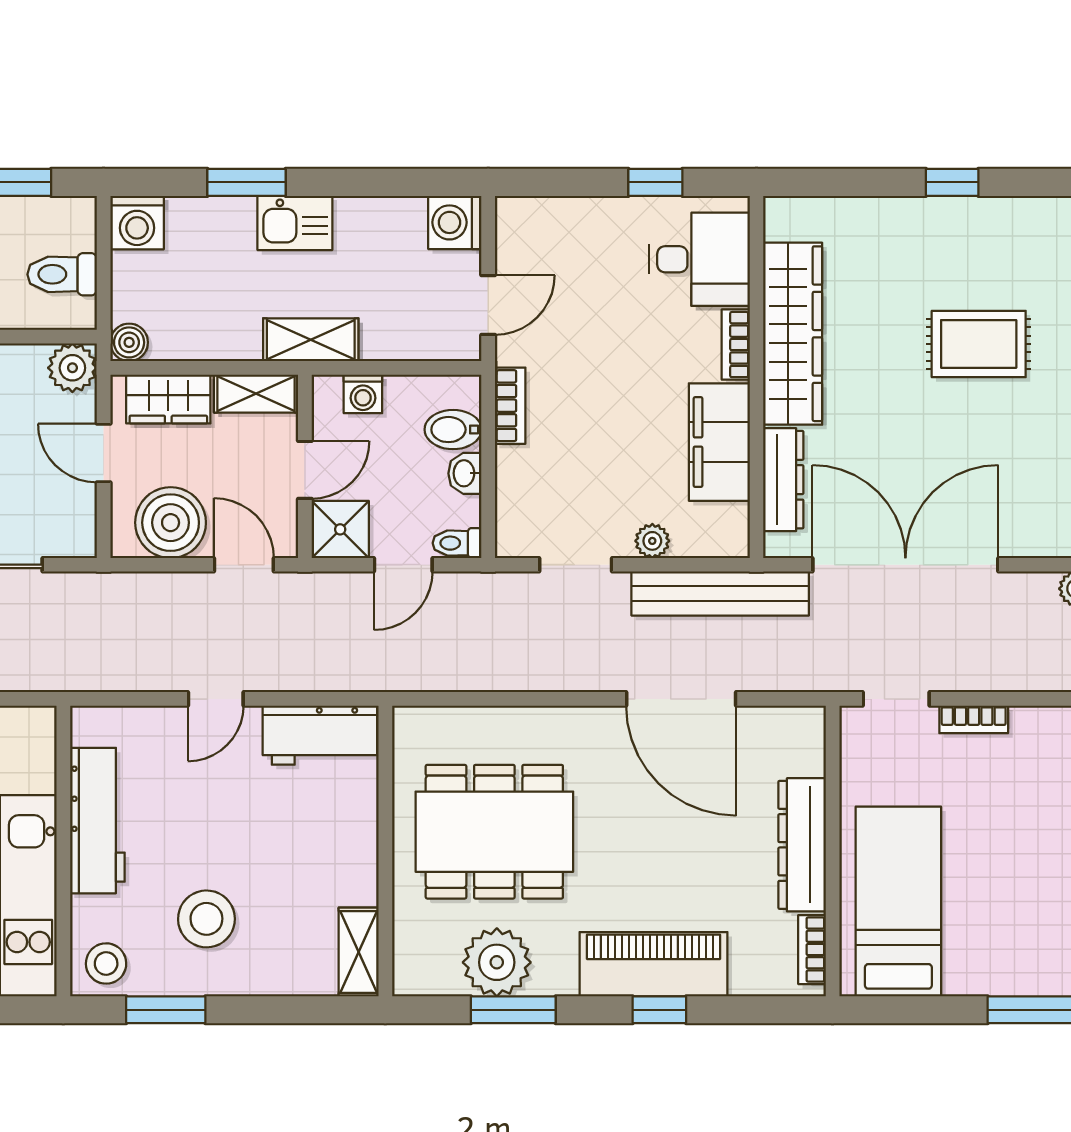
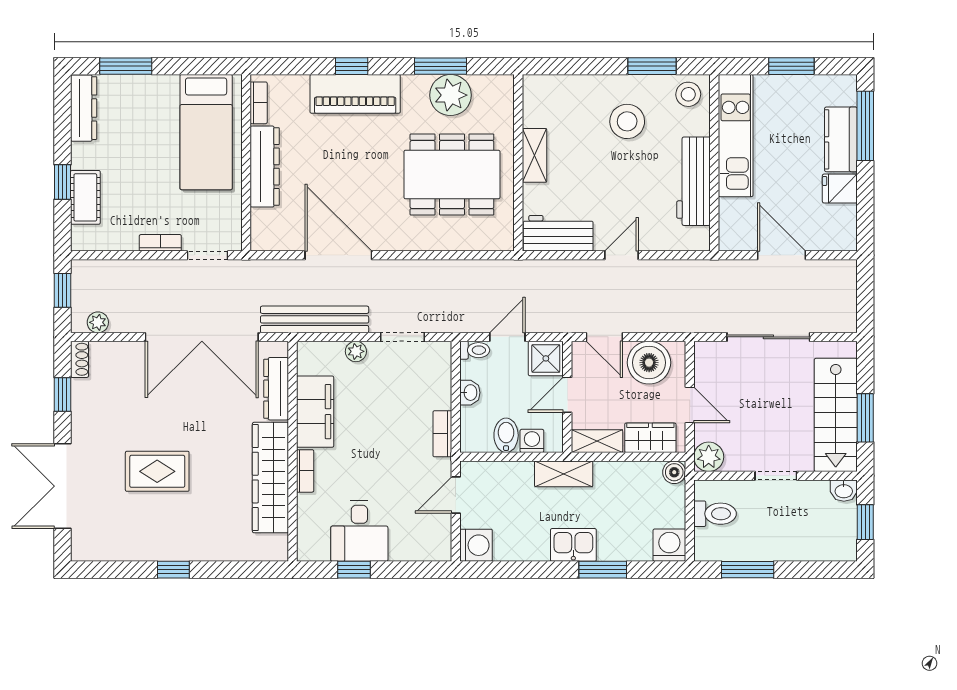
desk: (699, 259) -> (359, 531), moved, turned -90
bidet: (453, 430) -> (506, 435), moved, turned -90
shelving: (359, 952) -> (535, 155), moved

